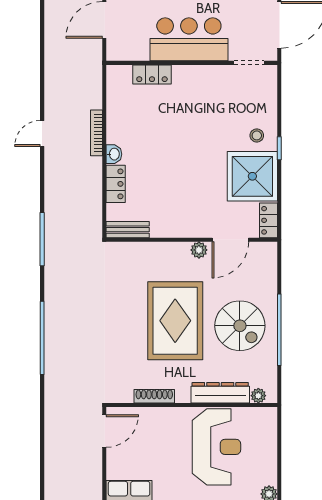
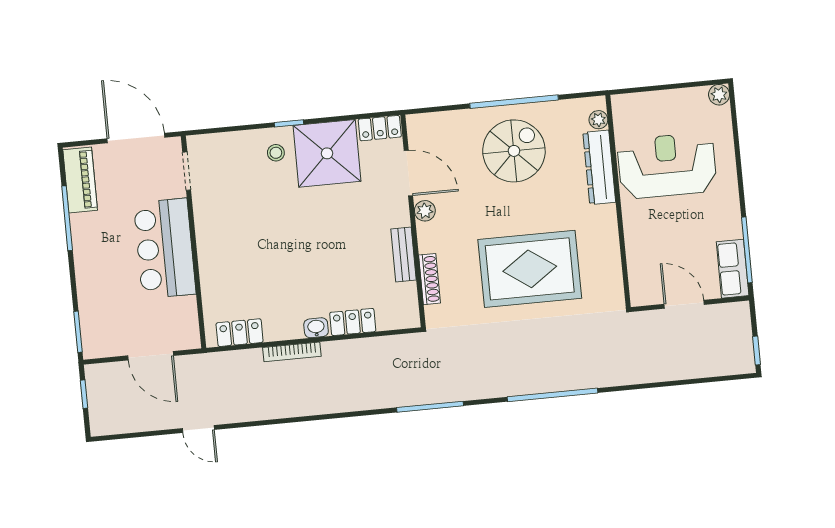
locker: (152, 74) -> (240, 333), moved, turned -90
door: (42, 133) -> (198, 429), moved
bench: (128, 230) -> (404, 255), moved
rug: (175, 321) -> (530, 269), moved
shoe rack: (154, 396) -> (430, 279), moved, turned 180
door: (104, 431) -> (684, 304), moved

